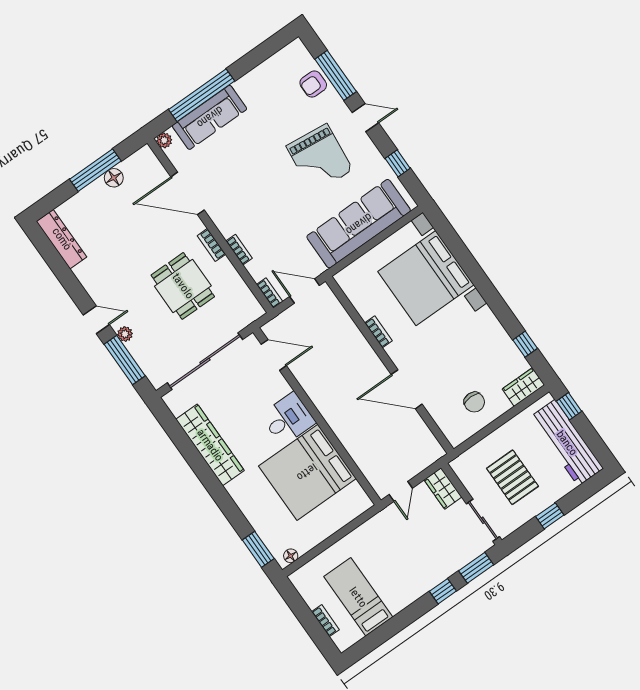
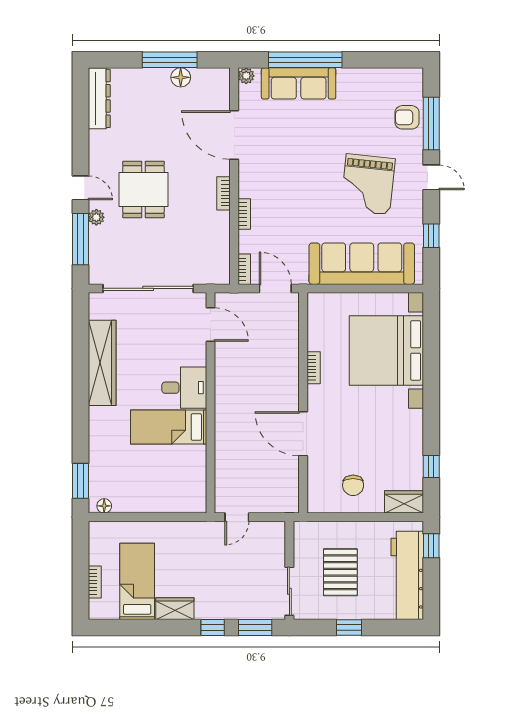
dining table: (183, 286) -> (143, 189), moved
bed: (307, 472) -> (169, 427), width x0.49
wardrobe: (443, 488) -> (175, 609), moved, turned 90

